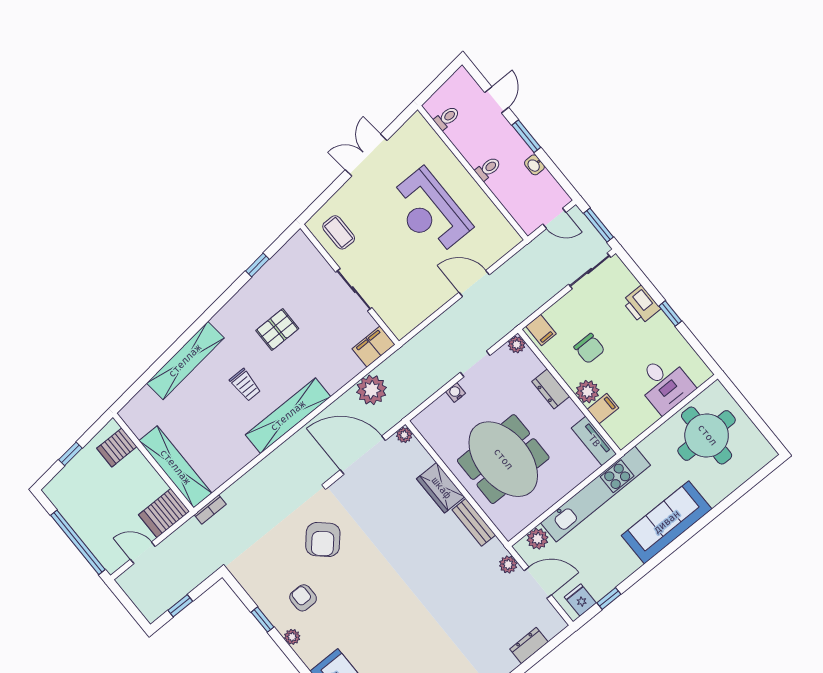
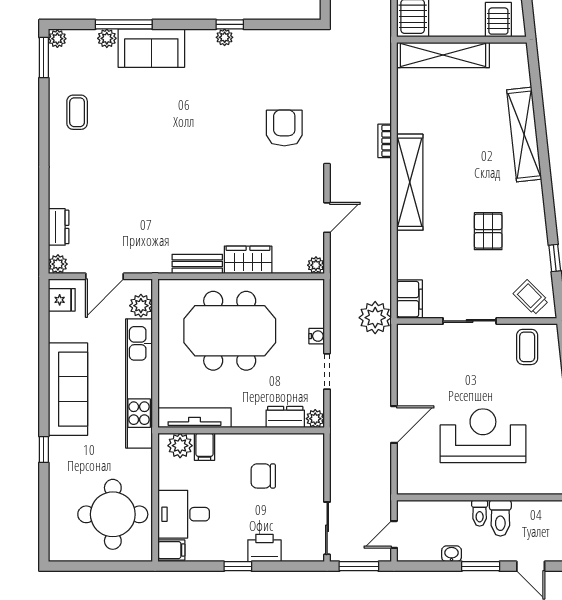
toilet: (447, 118) -> (500, 518), moved, width x1.37, depth x1.39
coffee table: (339, 232) -> (527, 347), turned 90
filing cabinet: (541, 330) -> (171, 550), moved, turned 180
trolley: (245, 385) -> (531, 297), moved, turned 45
dresser: (551, 389) -> (285, 417), moved
plant: (371, 390) -> (375, 318), moved
plant: (587, 392) -> (180, 446), moved
tv unit: (594, 441) -> (194, 418), width x1.41
door: (363, 455) -> (327, 218), width x0.53
bookcase: (210, 509) -> (385, 141), moved
sofa: (667, 522) -> (68, 389), moved
armchair: (323, 540) -> (284, 128), turned 48
plant: (508, 564) -> (58, 264), moved
armchair: (303, 598) -> (249, 72), removed
window: (609, 598) -> (44, 449), moved
window: (262, 620) -> (230, 24), moved

